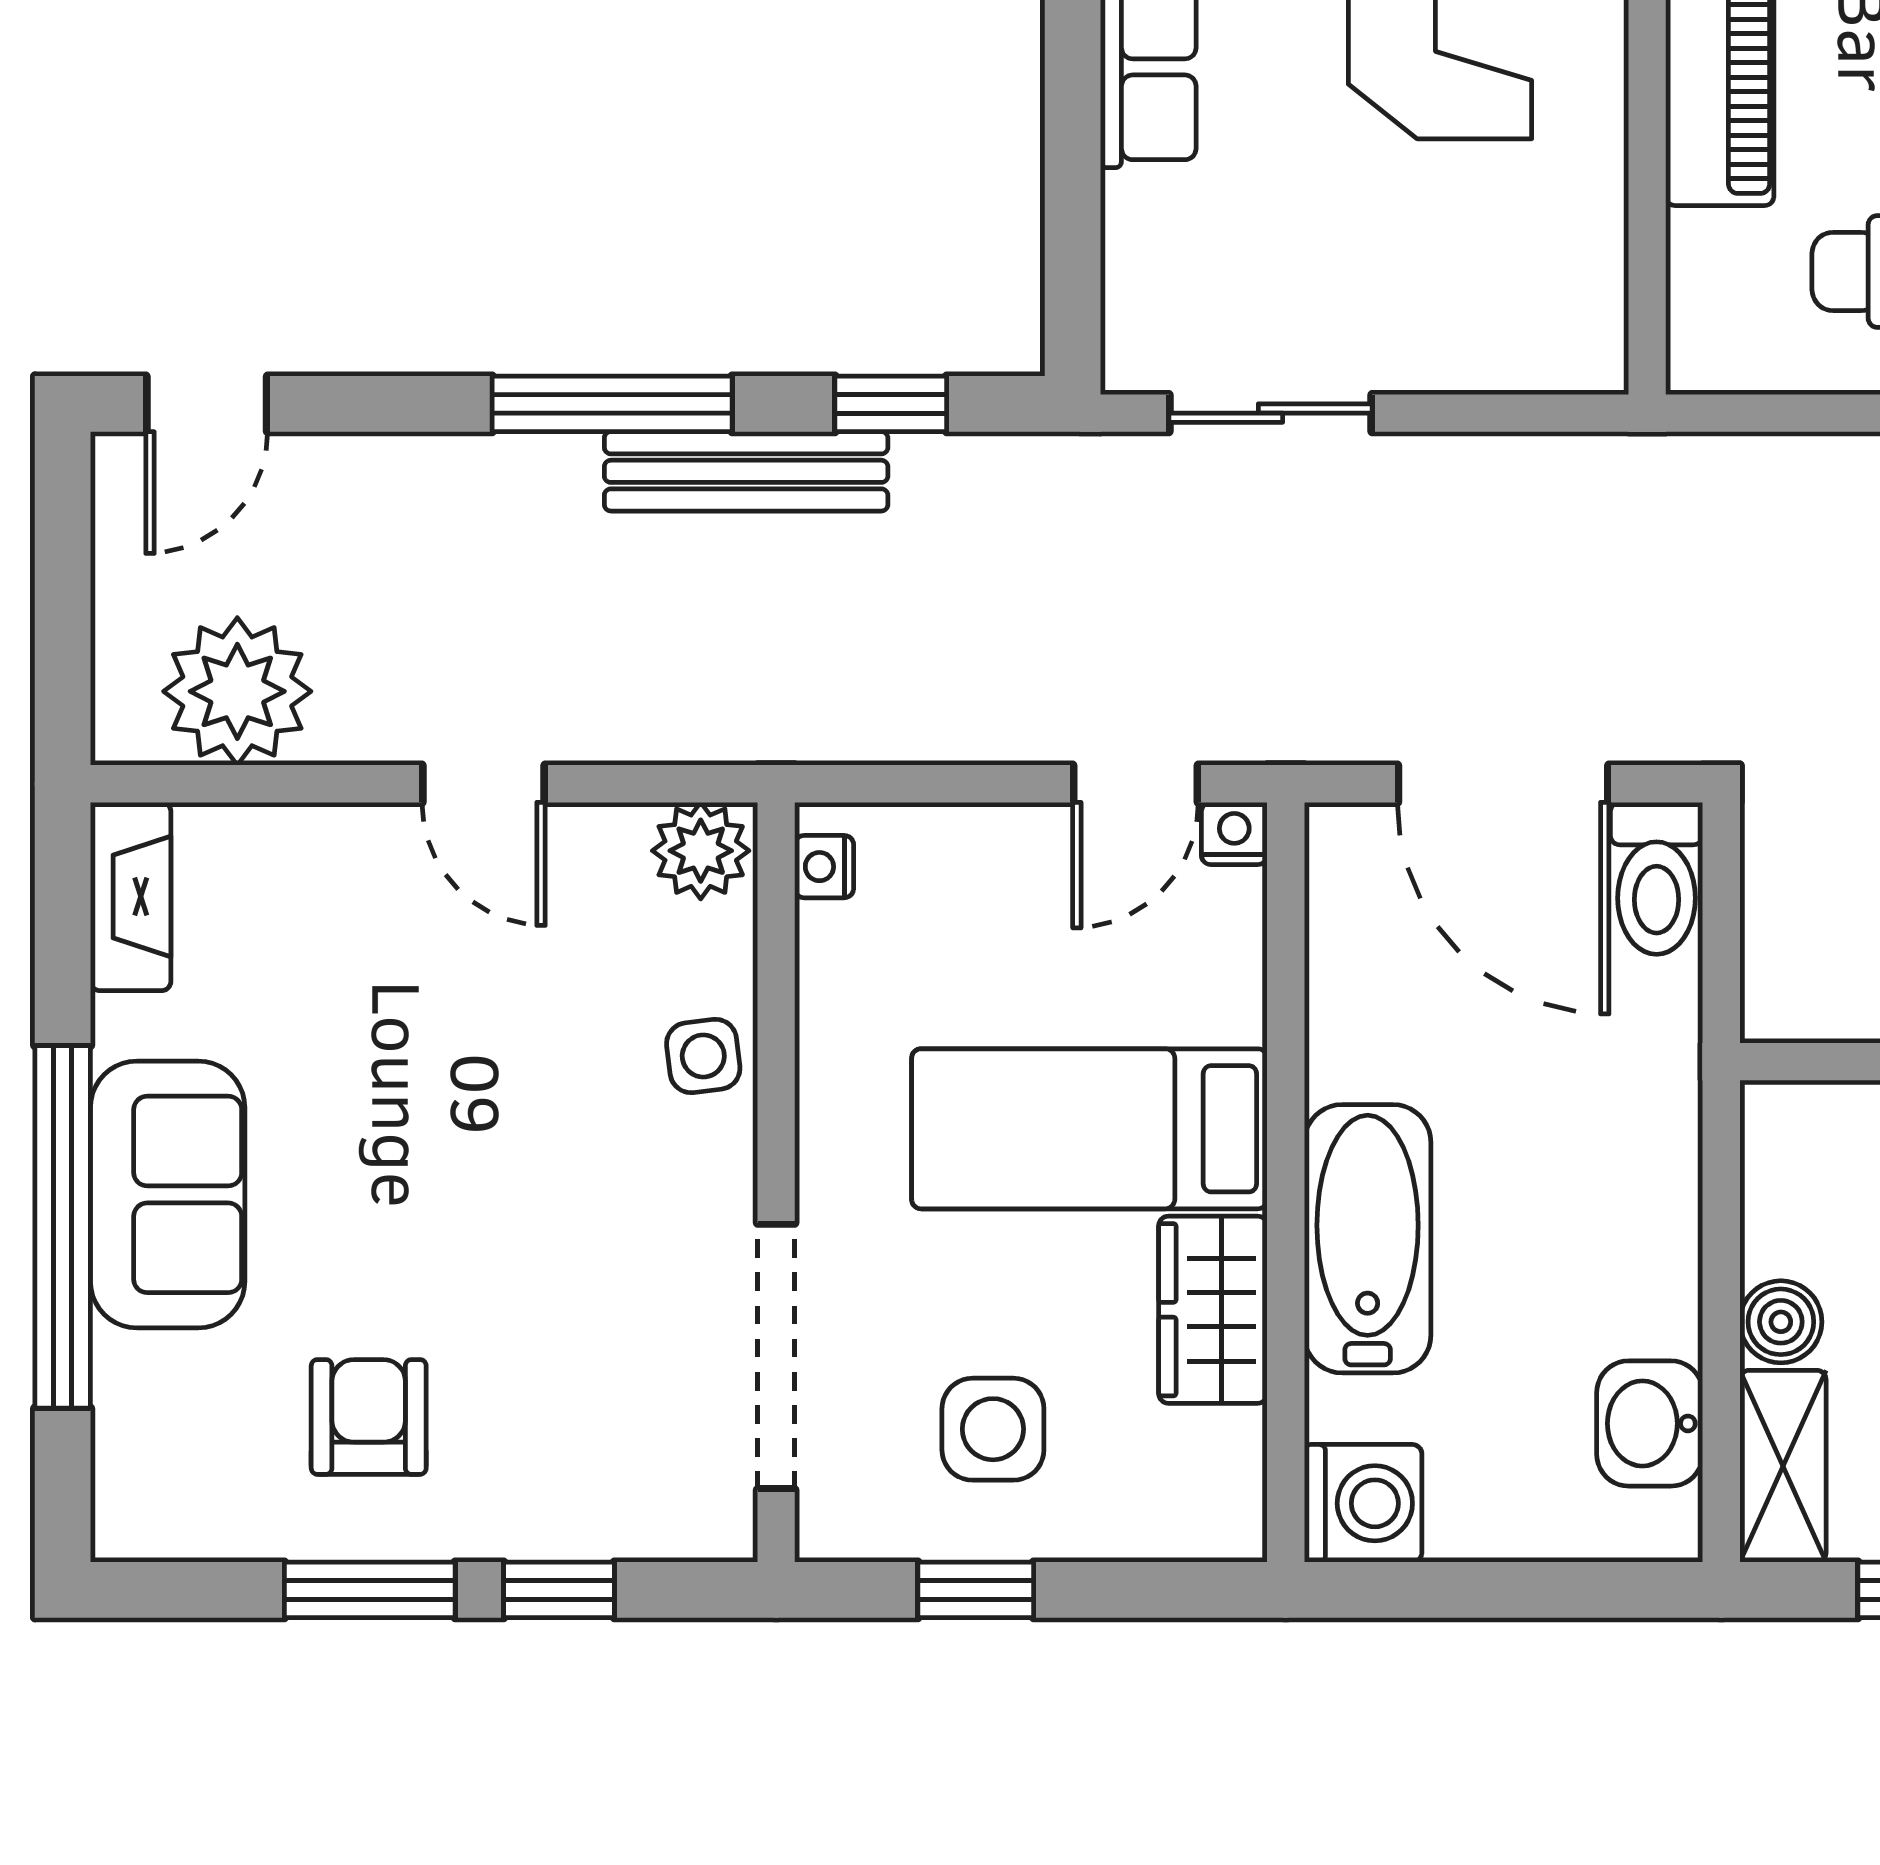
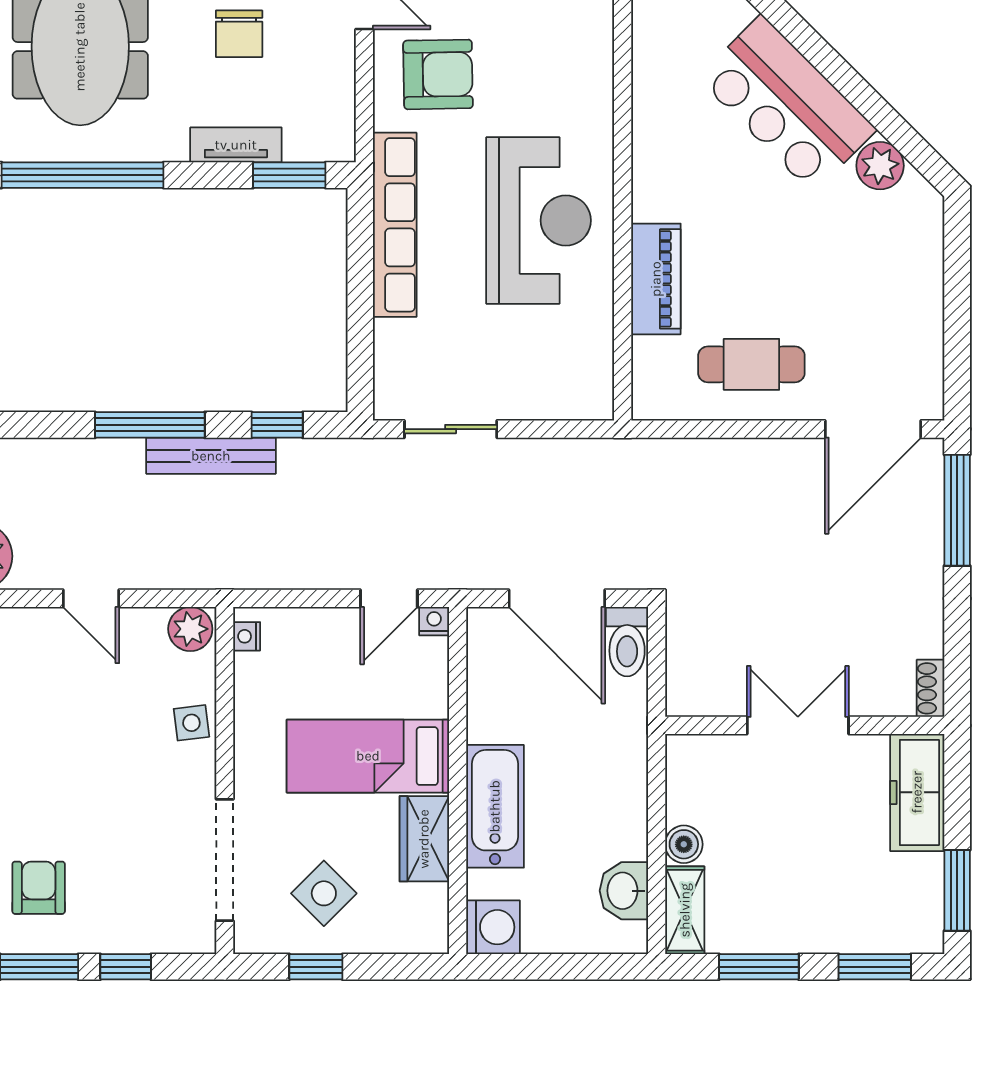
side table: (993, 1429) -> (324, 893), turned 45

